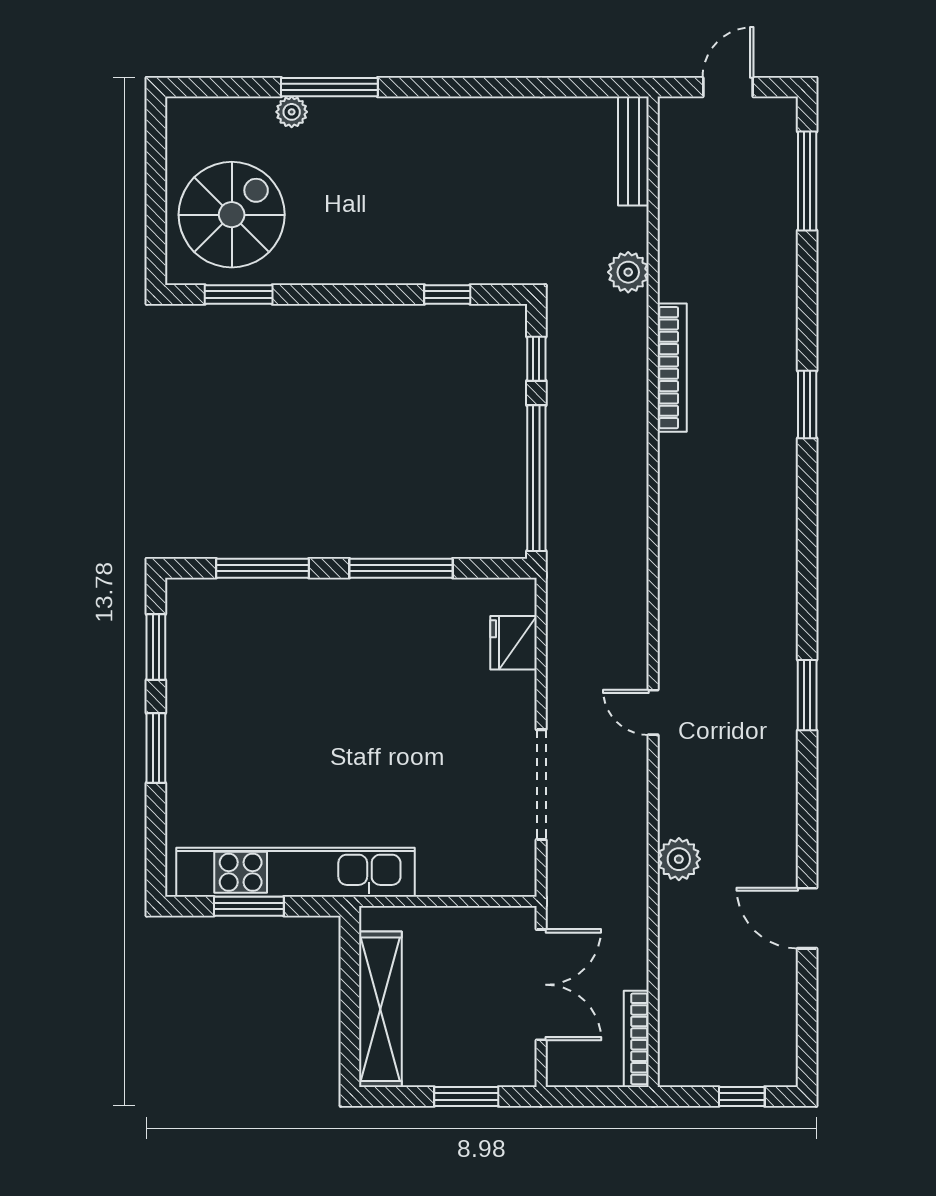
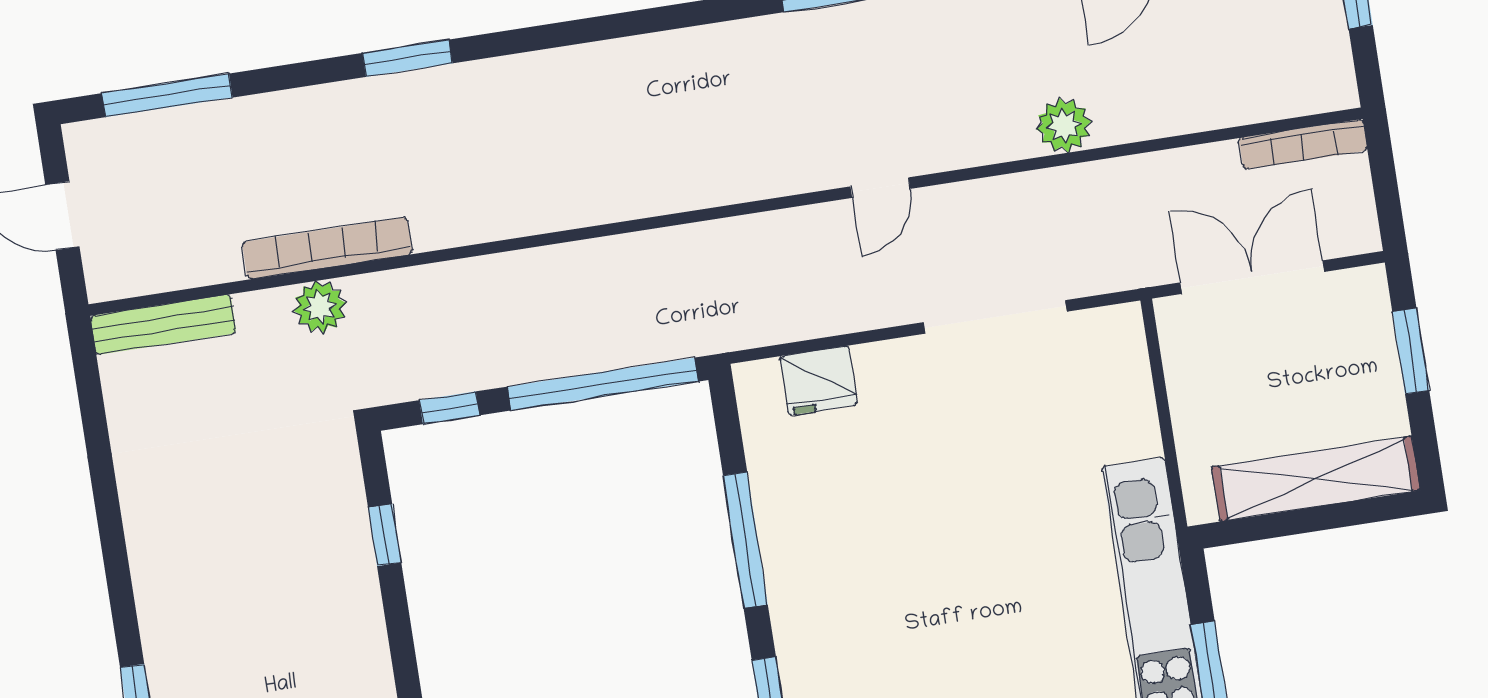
bookcase: (672, 368) -> (327, 248), moved
window: (807, 405) -> (407, 58), moved

